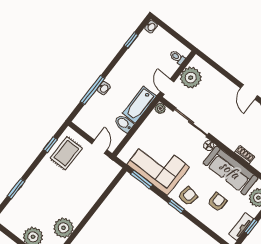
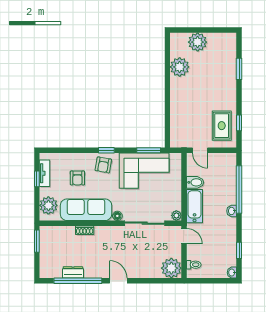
plant: (191, 78) -> (171, 268), moved
washbasin: (104, 88) -> (232, 211), moved
window: (93, 90) -> (239, 190), width x1.46

